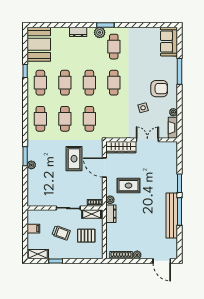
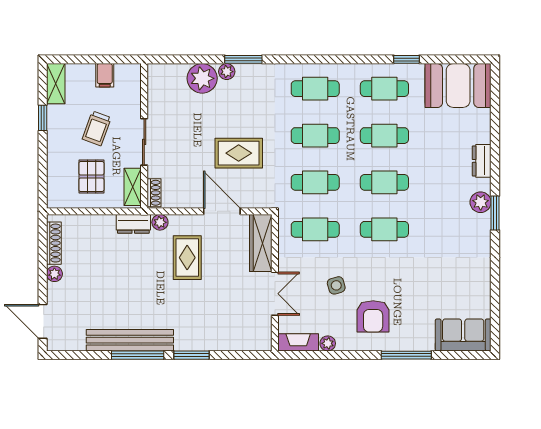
cafe table: (114, 47) -> (315, 229), moved
door: (104, 167) -> (222, 211), hinge flipped
plant: (35, 178) -> (202, 78), added
door: (162, 261) -> (43, 321), hinge flipped

